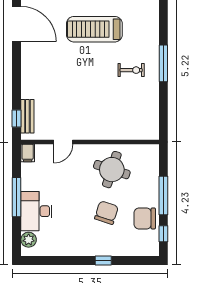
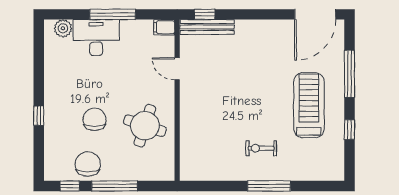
exercise bike: (131, 70) -> (261, 148), turned 90
bench: (27, 116) -> (207, 27), width x1.36
chair: (106, 213) -> (95, 119), turned -108

